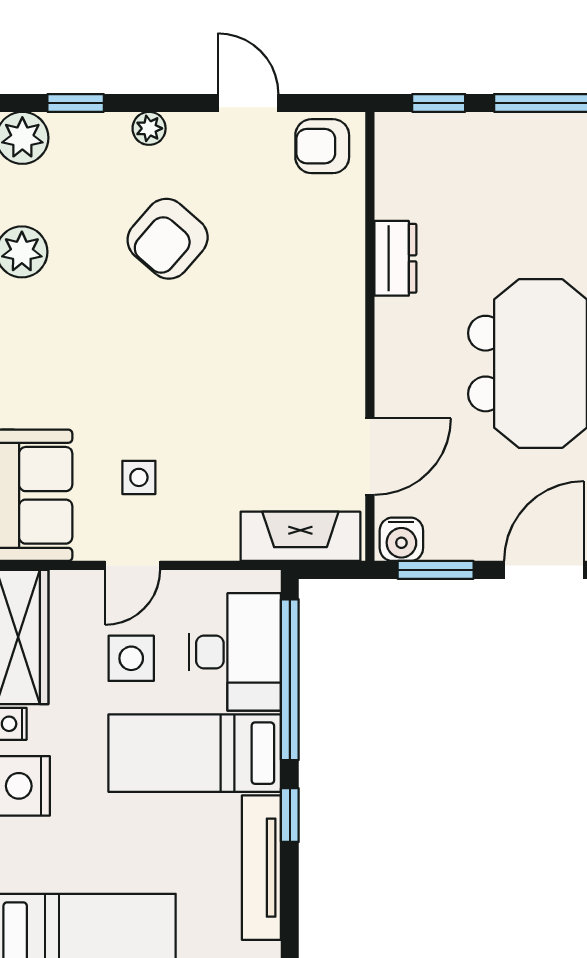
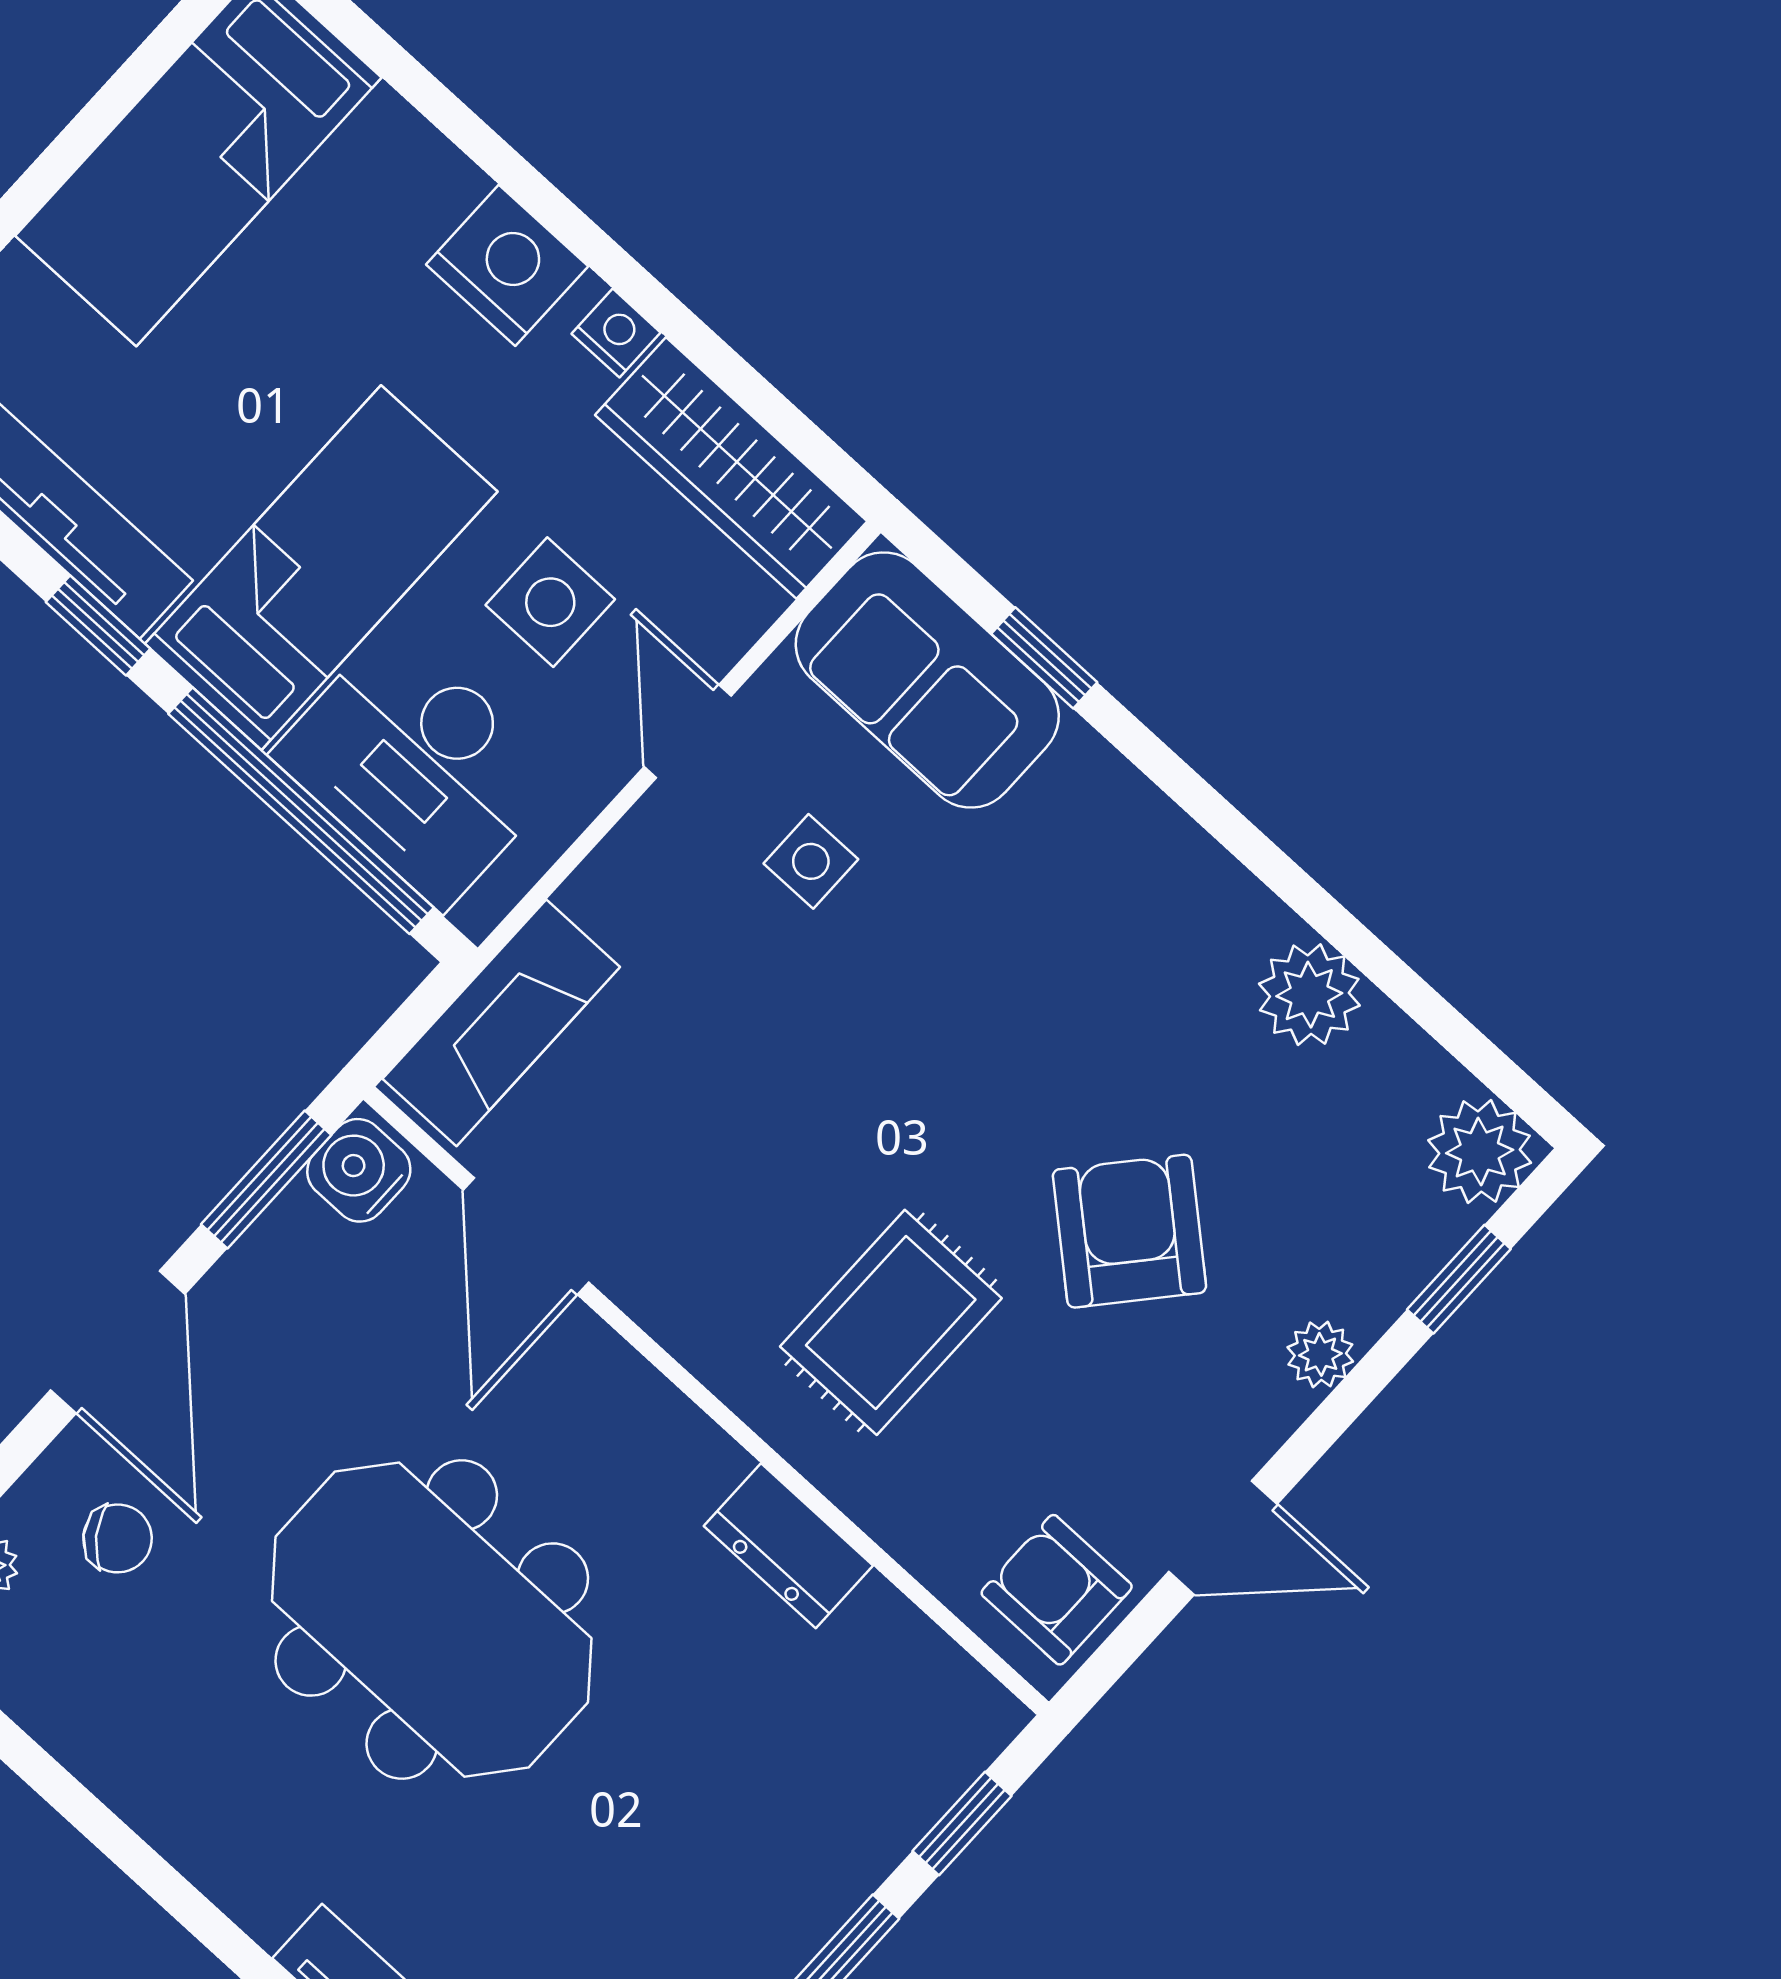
armchair: (322, 146) -> (1057, 1590), turned -90
rug: (280, 295) -> (891, 1322), added

